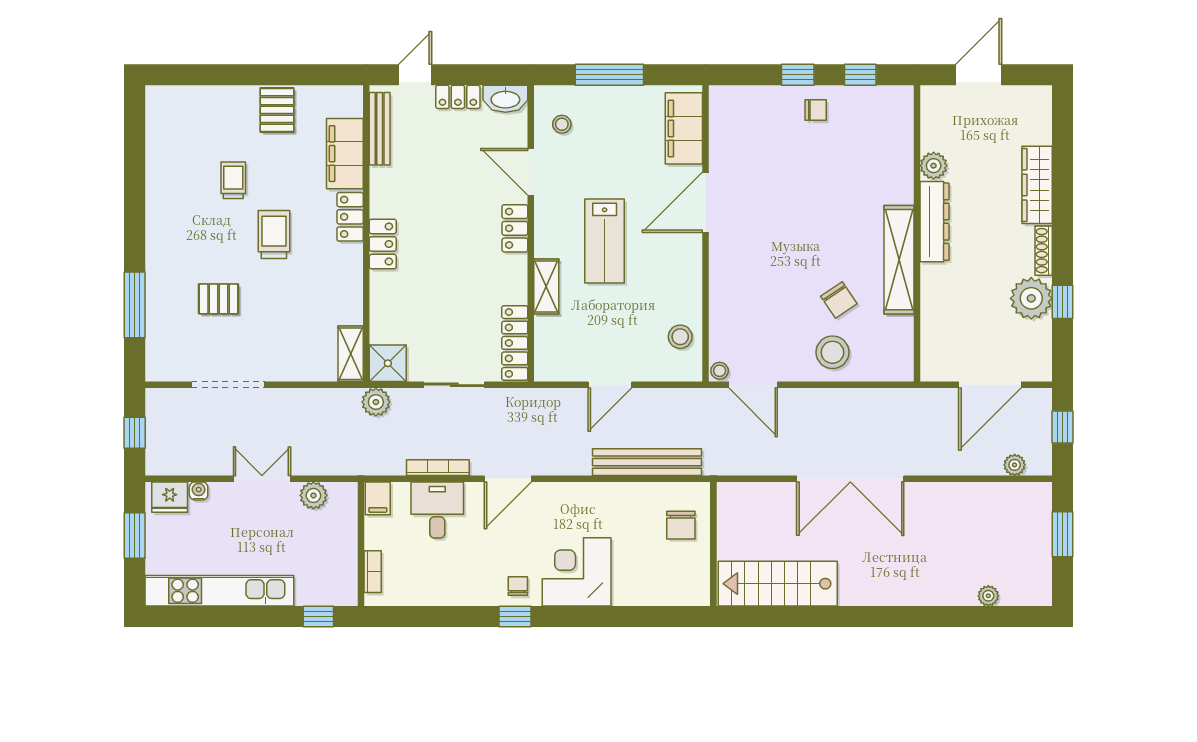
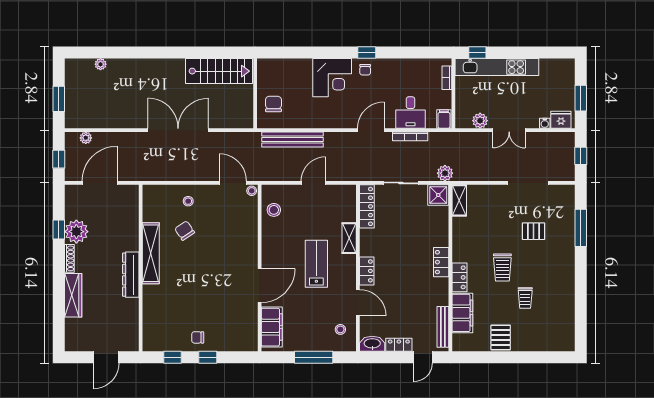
plant: (934, 166) -> (131, 306), removed
stool: (832, 352) -> (188, 201), width x0.53, depth x0.53
kitchen unit: (219, 591) -> (497, 67), moved

